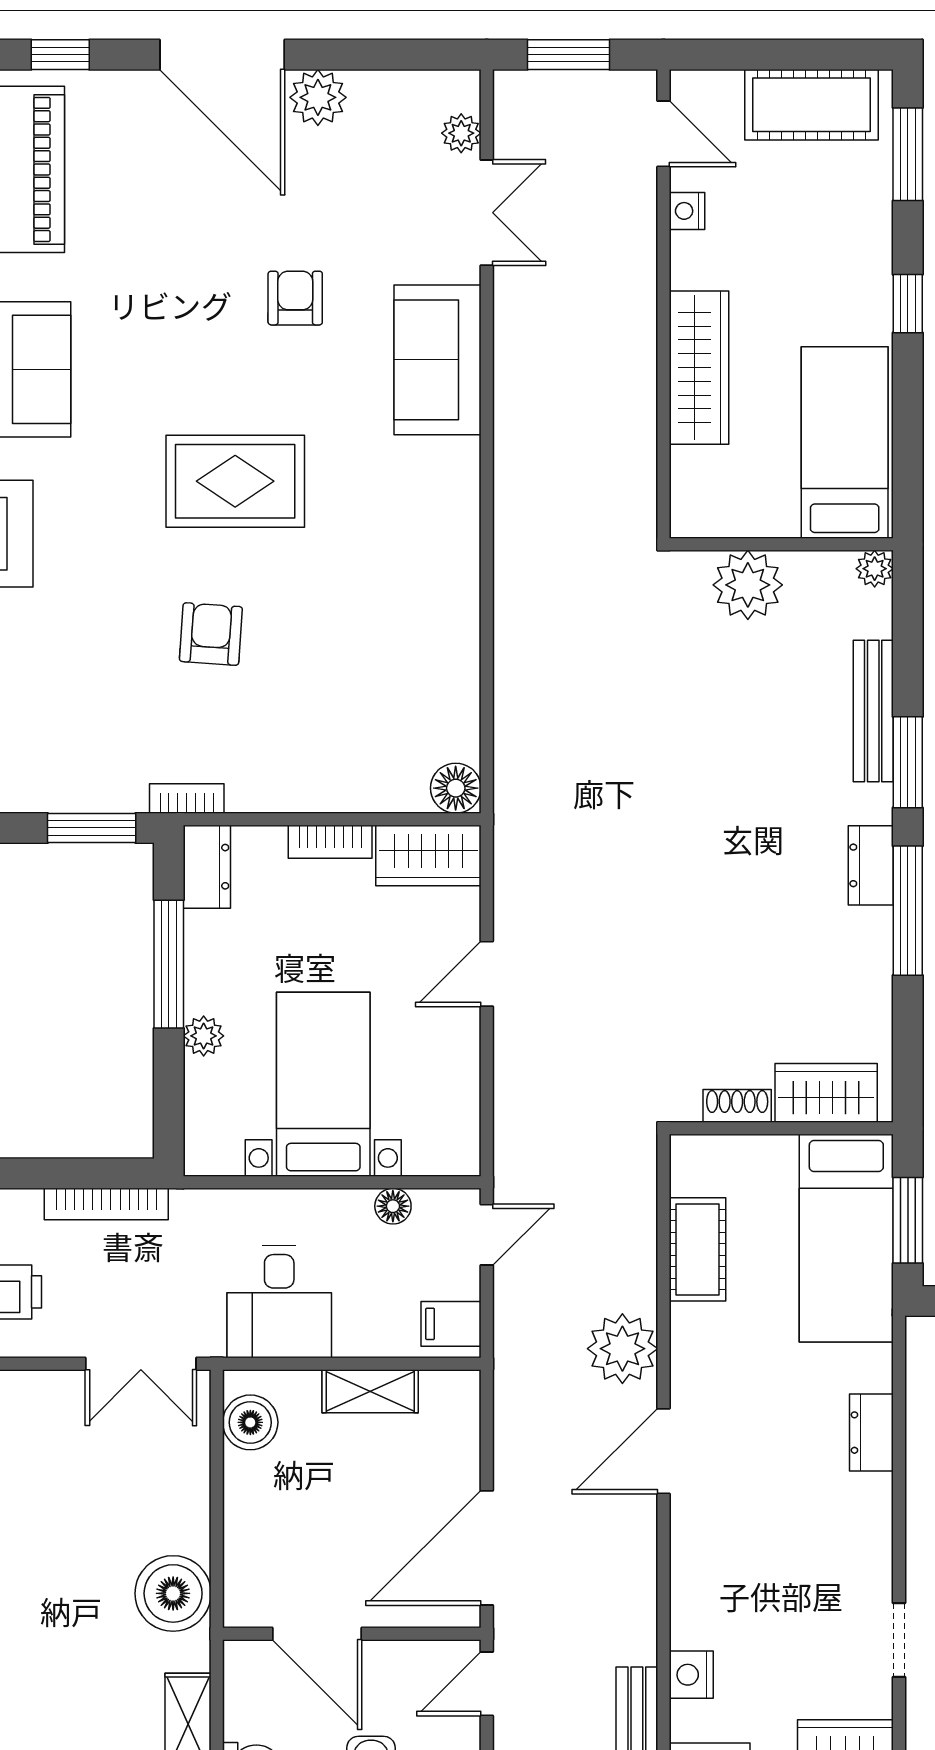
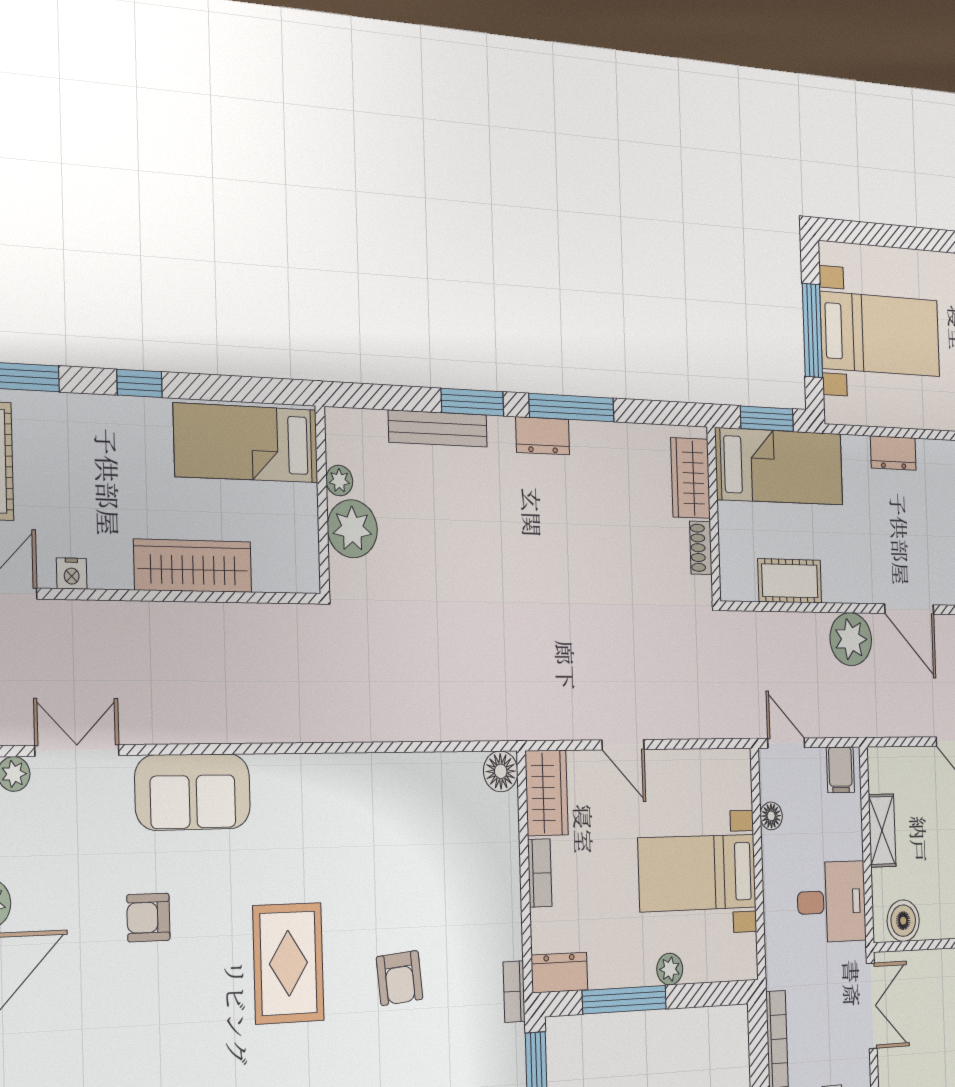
plant: (875, 569) -> (339, 481), moved
armchair: (211, 634) -> (400, 978), turned -99

